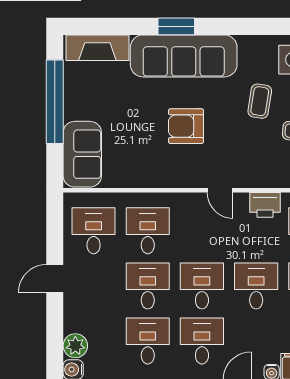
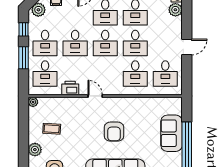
coffee table: (260, 101) -> (73, 145), removed
armchair: (186, 126) -> (114, 132), turned 90
sofa: (82, 154) -> (172, 133), moved

